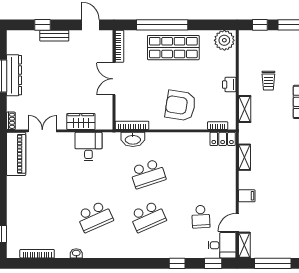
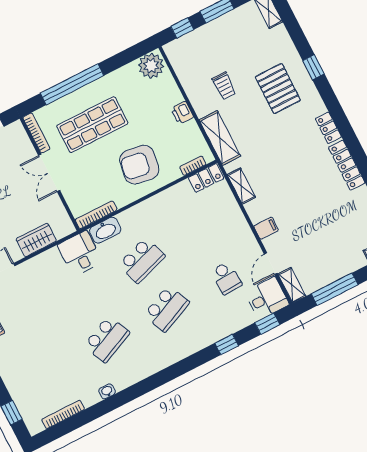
shop shelf: (173, 48) -> (92, 125), moved
shelving: (245, 109) -> (220, 138), width x1.50, depth x1.33
desk: (88, 147) -> (80, 253), moved

